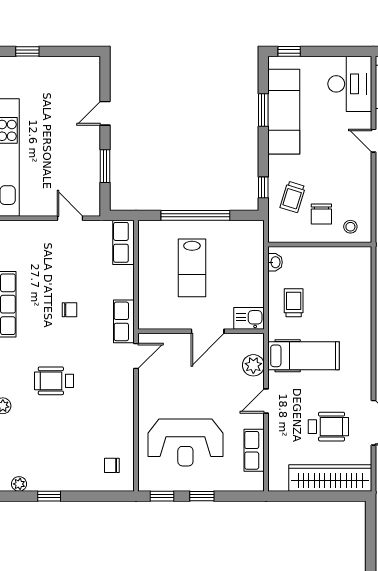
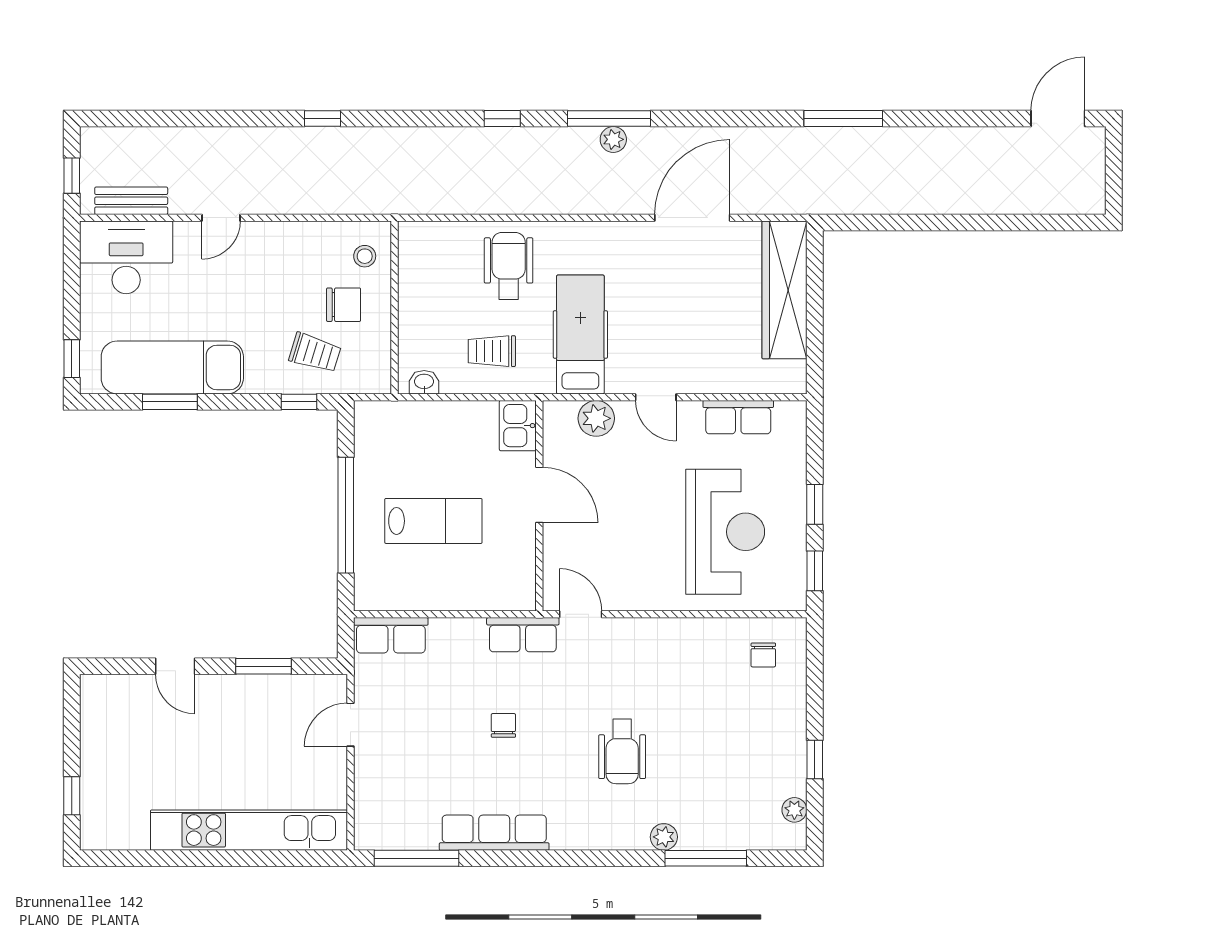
wheelchair: (328, 427) -> (509, 266), moved

